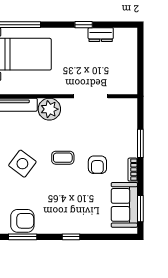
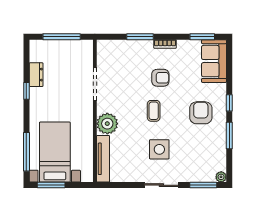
window: (140, 61) -> (62, 37), added
side table: (22, 164) -> (159, 149), turned -37
sofa: (124, 205) -> (214, 61), moved, turned 90
armchair: (22, 221) -> (201, 113), moved
window: (23, 237) -> (229, 135), moved

